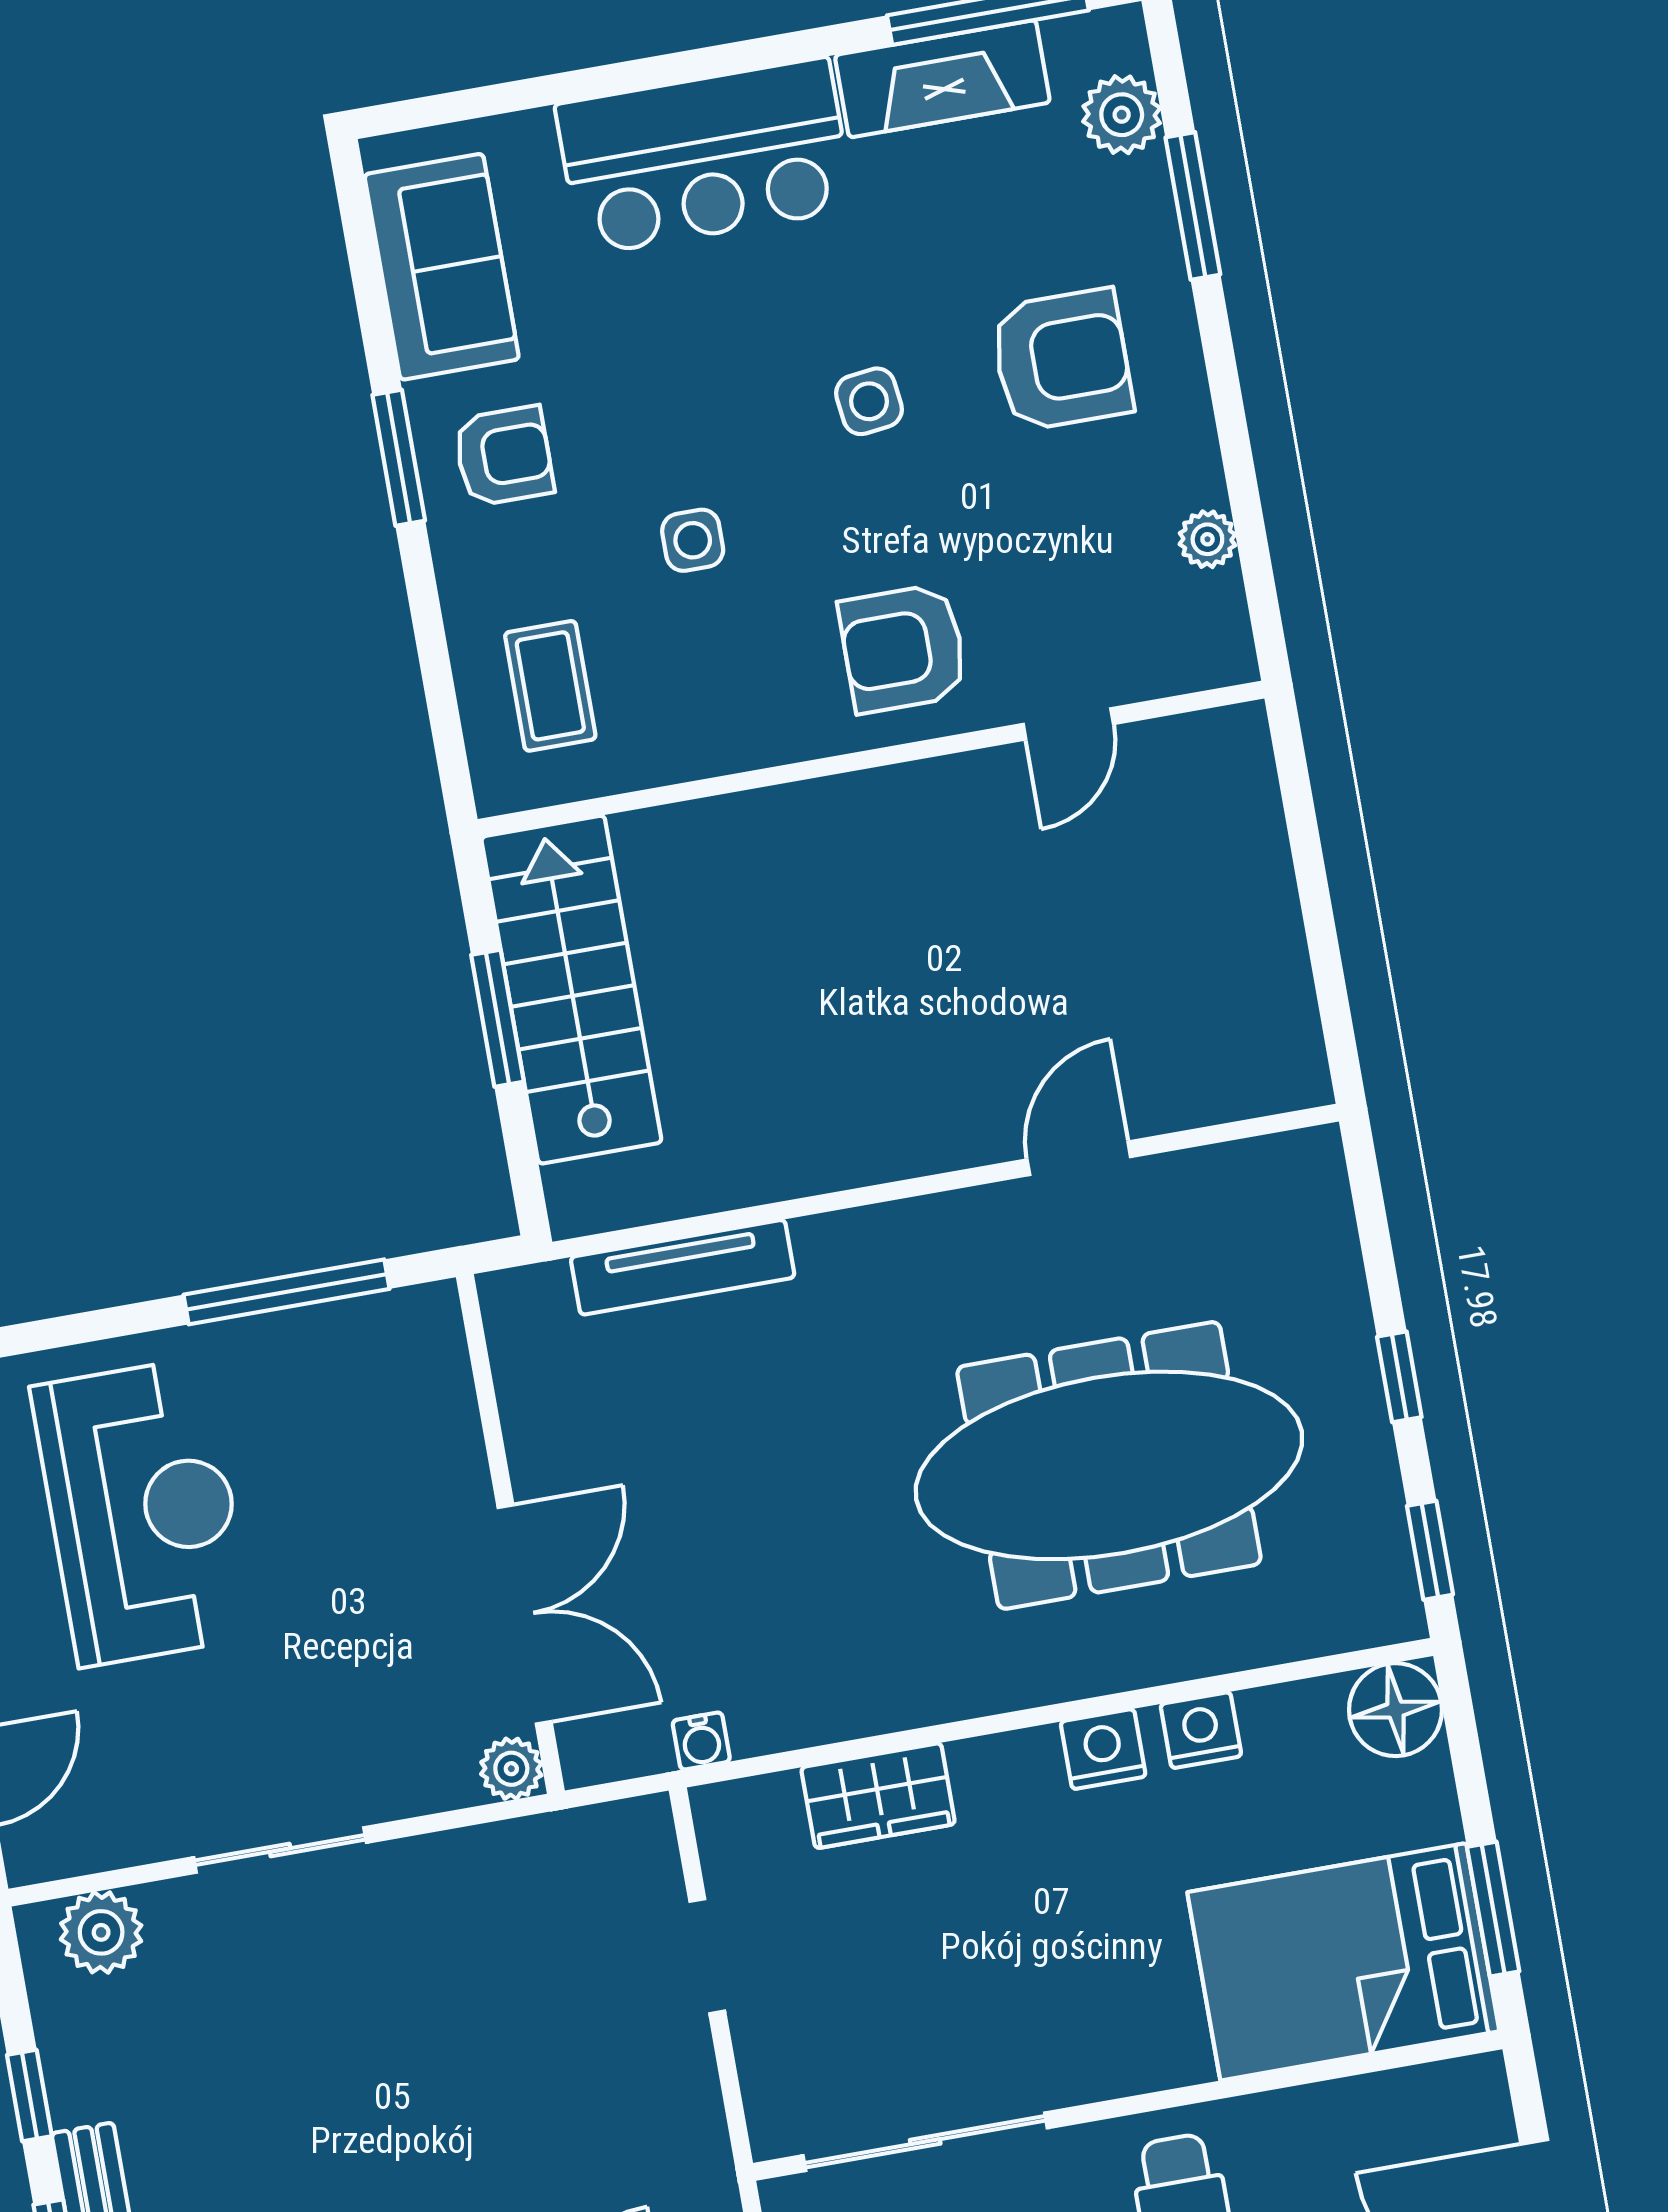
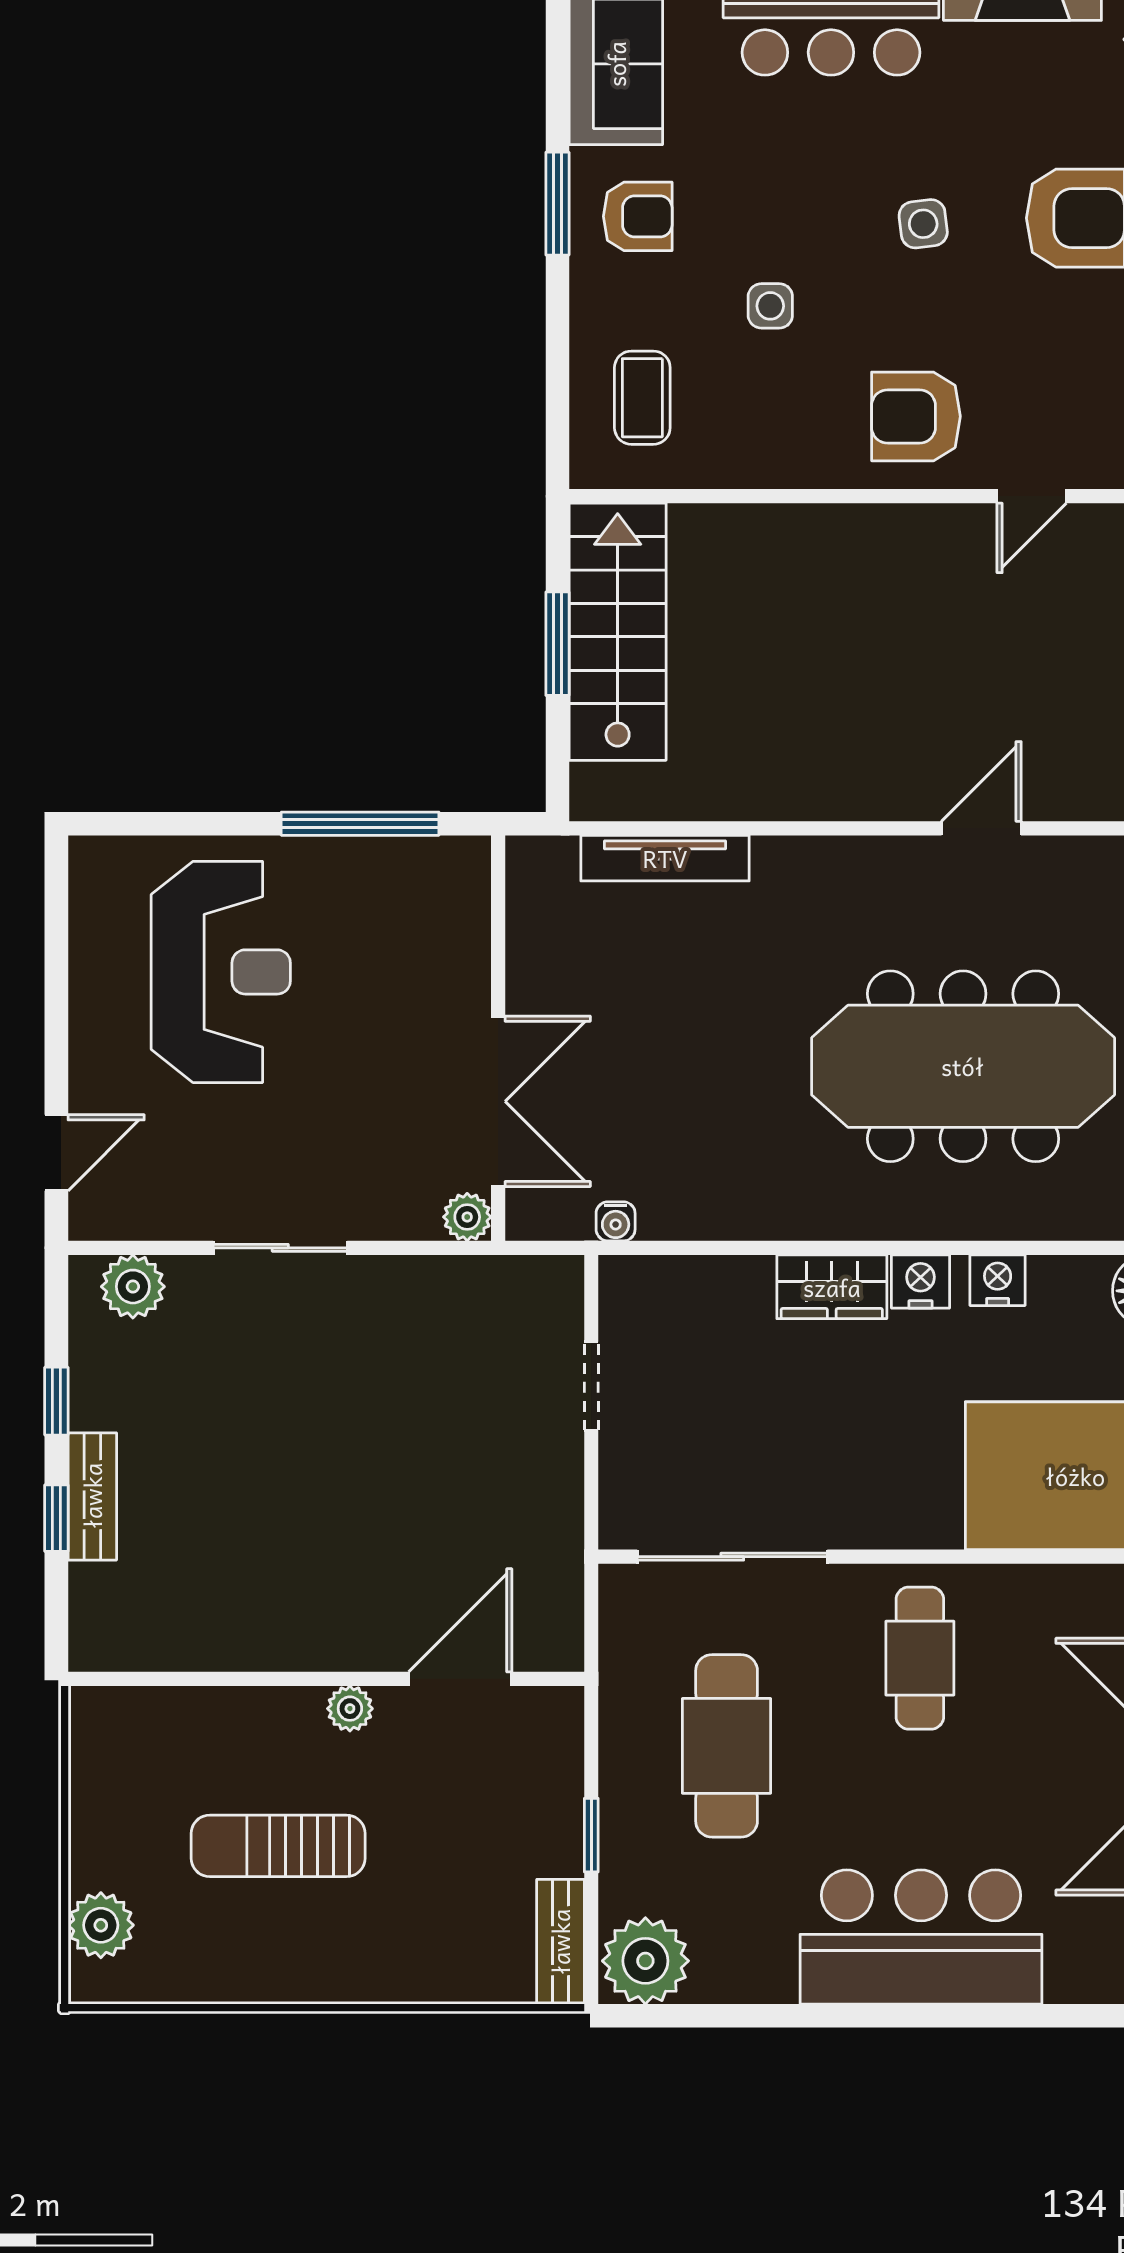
wardrobe: (878, 1796) -> (832, 1287), moved

